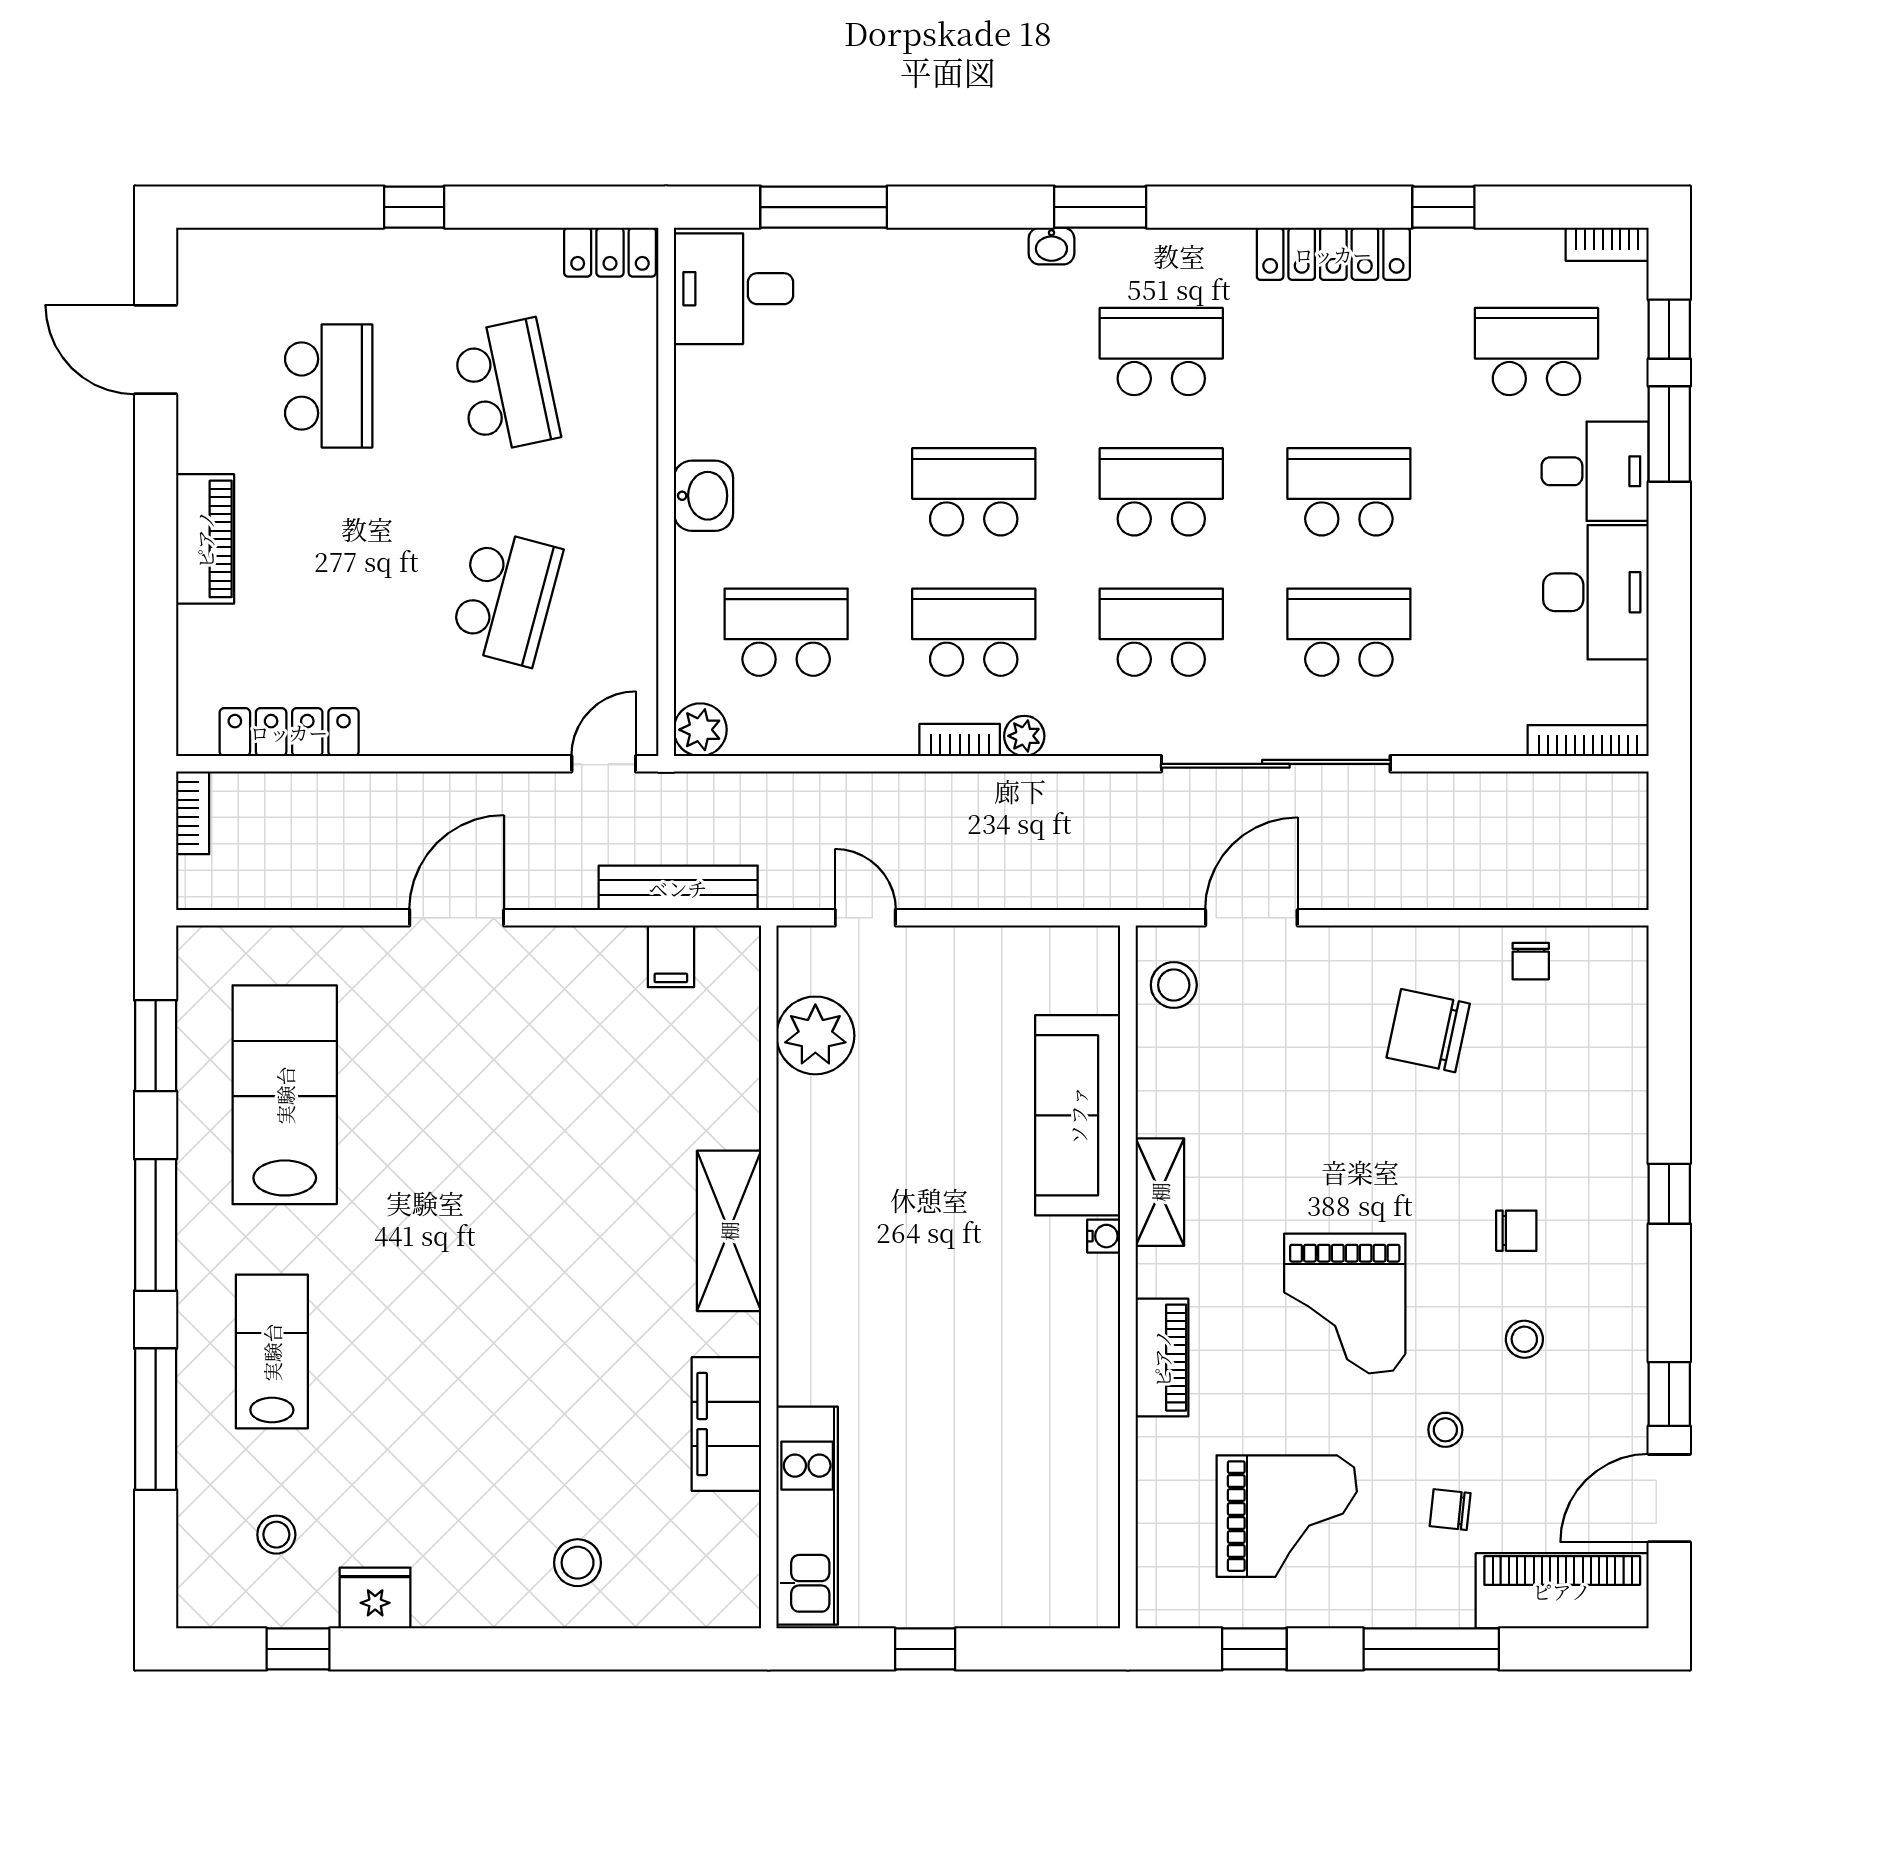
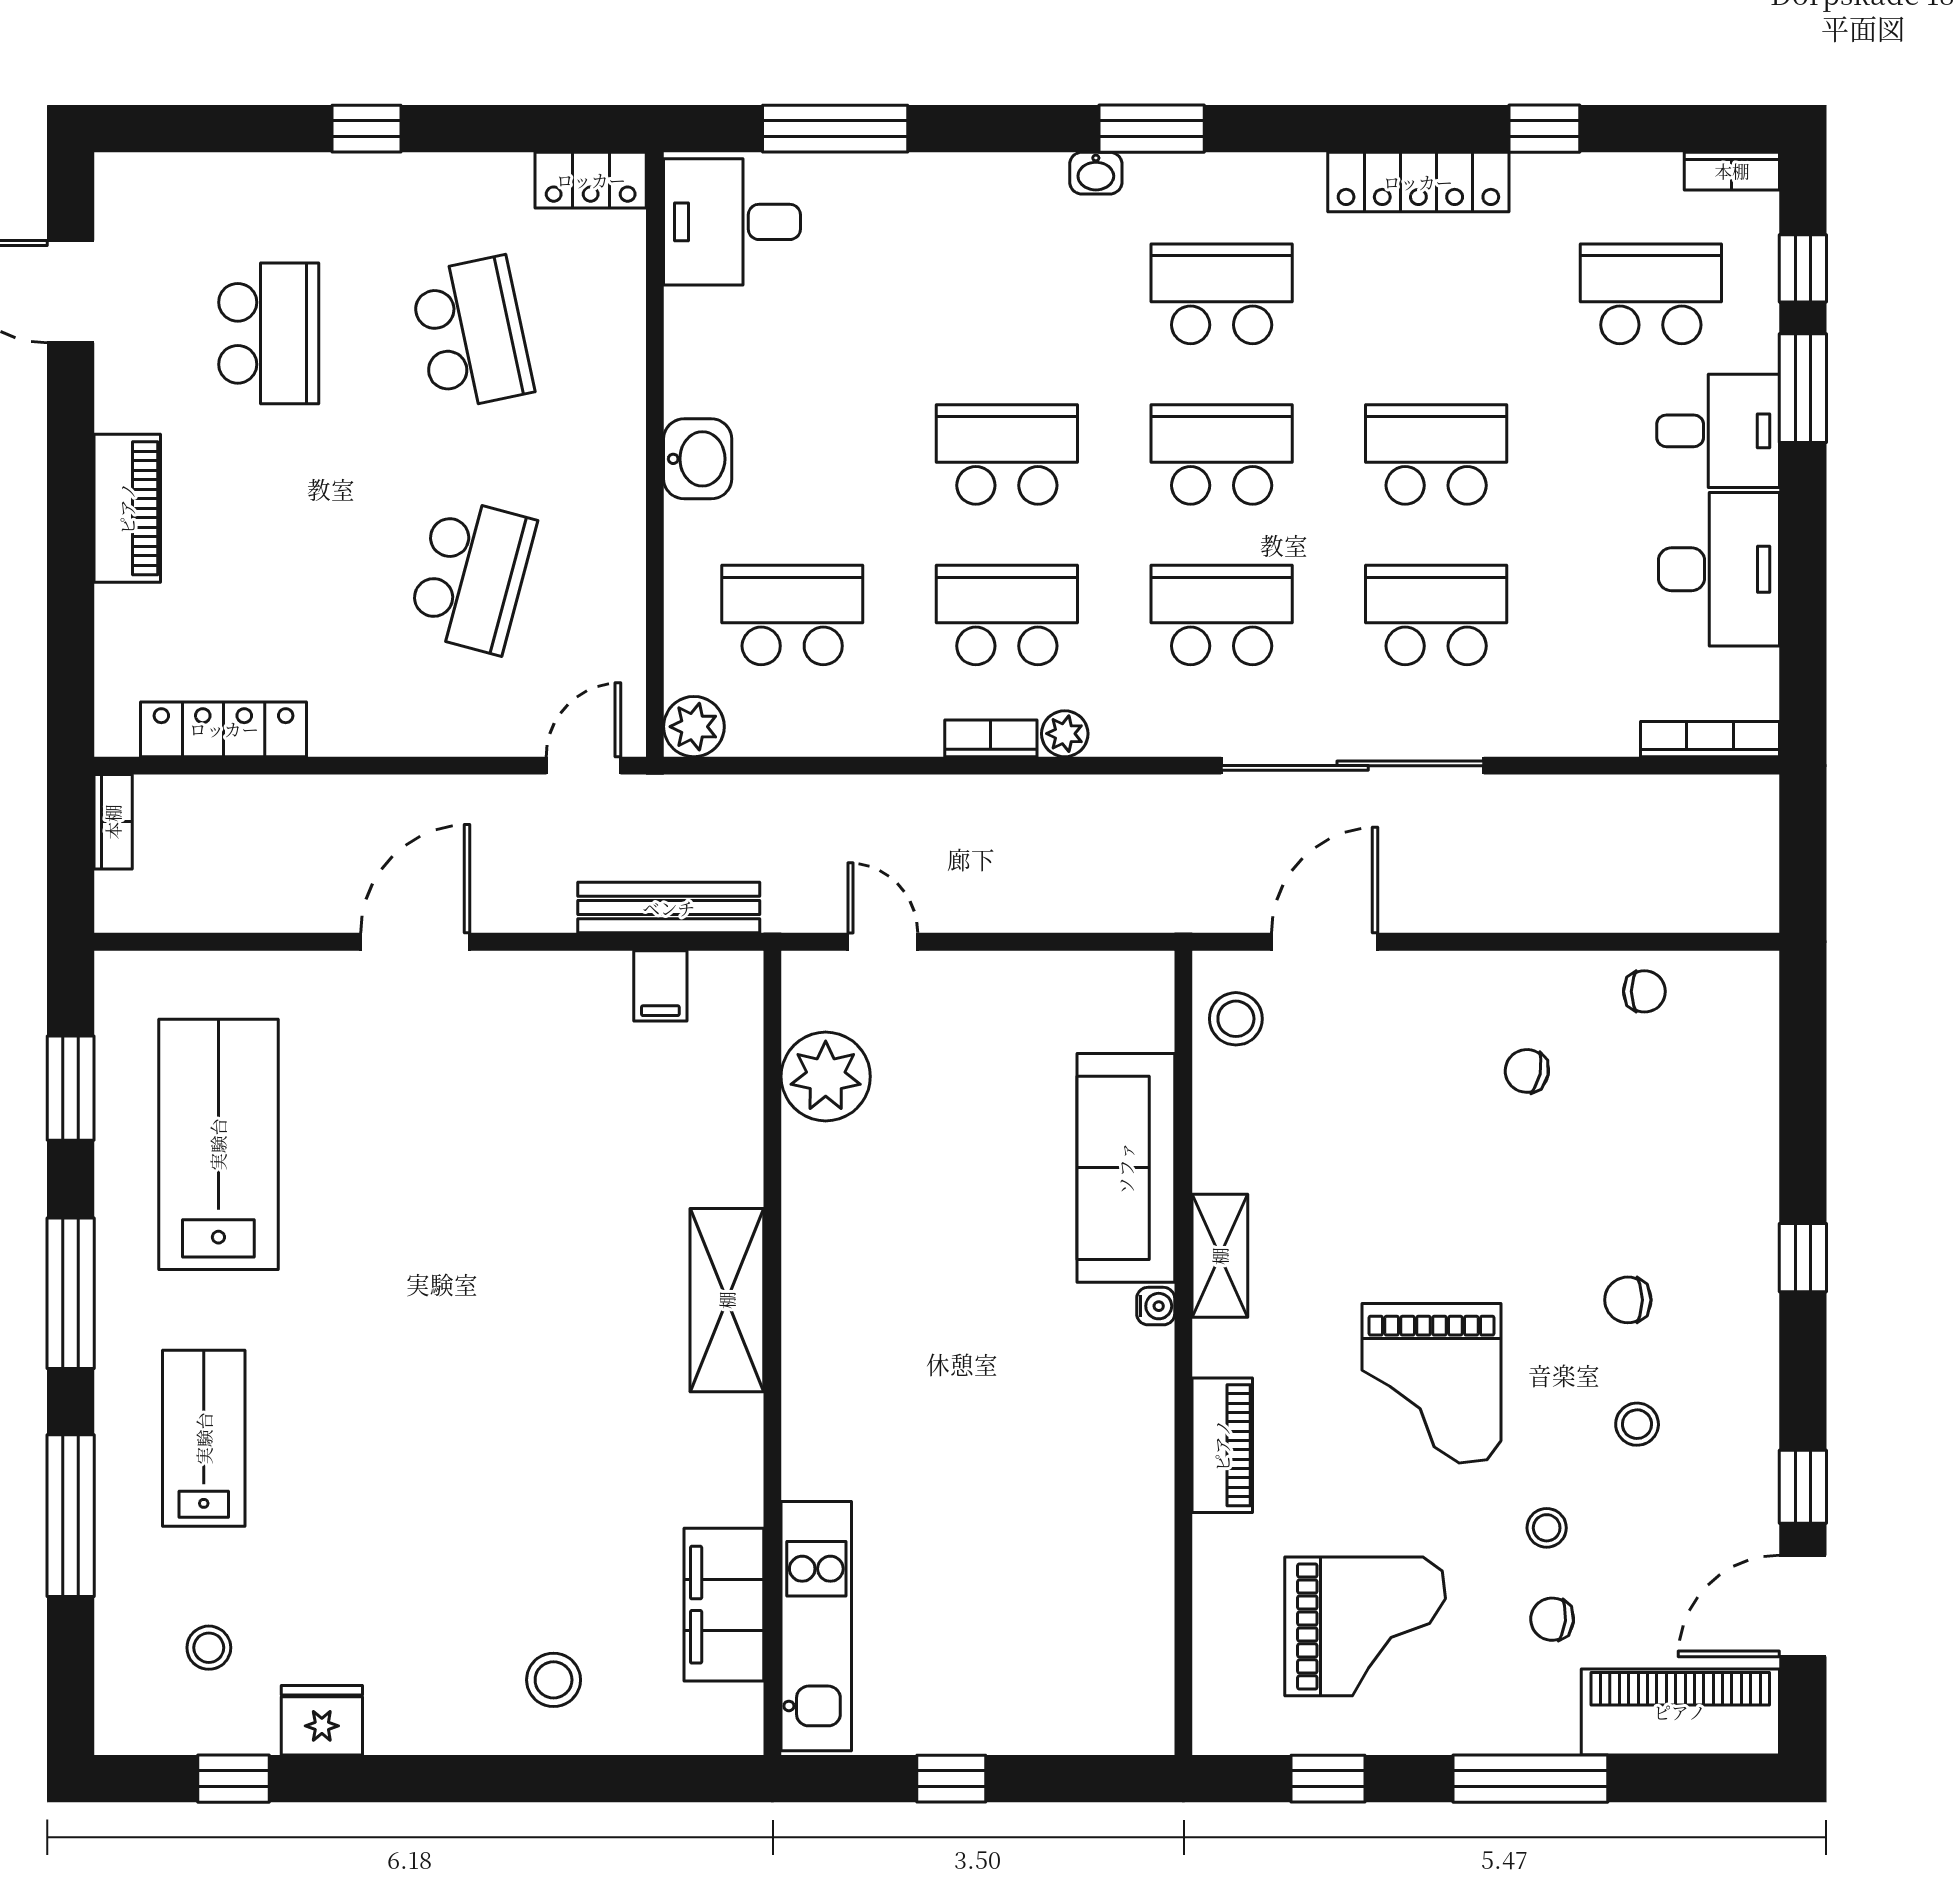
chair: (1531, 961) -> (1644, 991), turned -90
chair: (1428, 1031) -> (1527, 1071), width x0.54, depth x0.54
chair: (1516, 1231) -> (1628, 1300), turned 180
filing cabinet: (726, 1424) -> (724, 1605), moved

